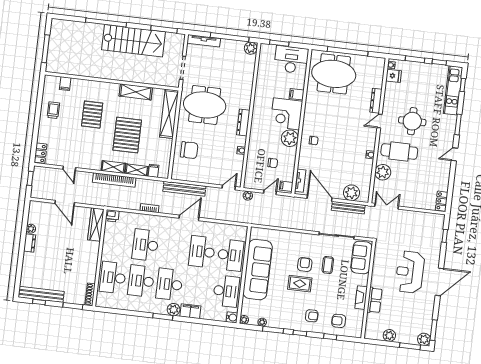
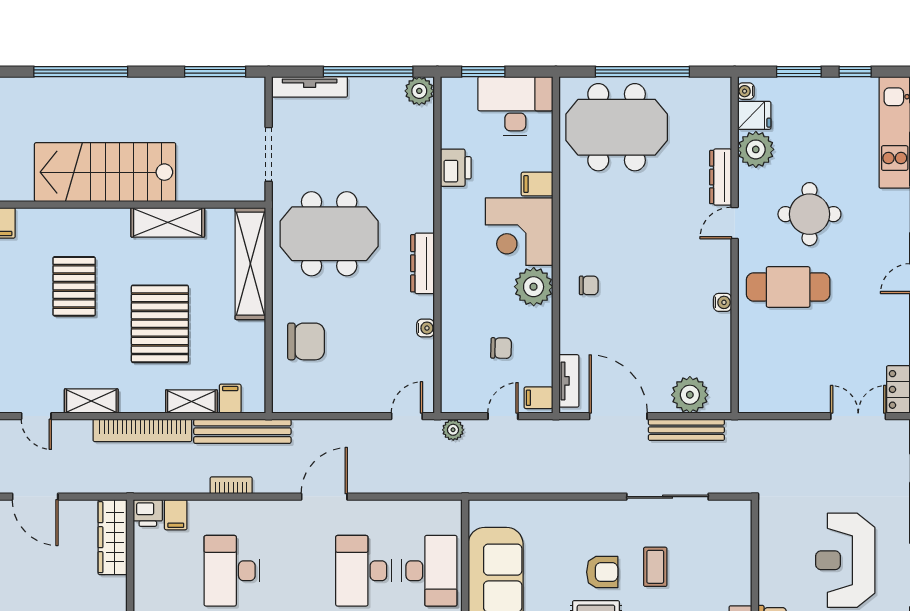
stairs: (133, 41) -> (105, 172), moved, turned 180
printer: (262, 83) -> (456, 168), added
shelving: (113, 167) -> (91, 401), moved
plant: (383, 172) -> (756, 149), moved
bench: (184, 189) -> (242, 431), moved
double door: (387, 206) -> (858, 416), moved
filing cabinet: (124, 218) -> (176, 515), added
sofa: (361, 257) -> (730, 540), removed
armchair: (305, 265) -> (602, 572), turned 90

